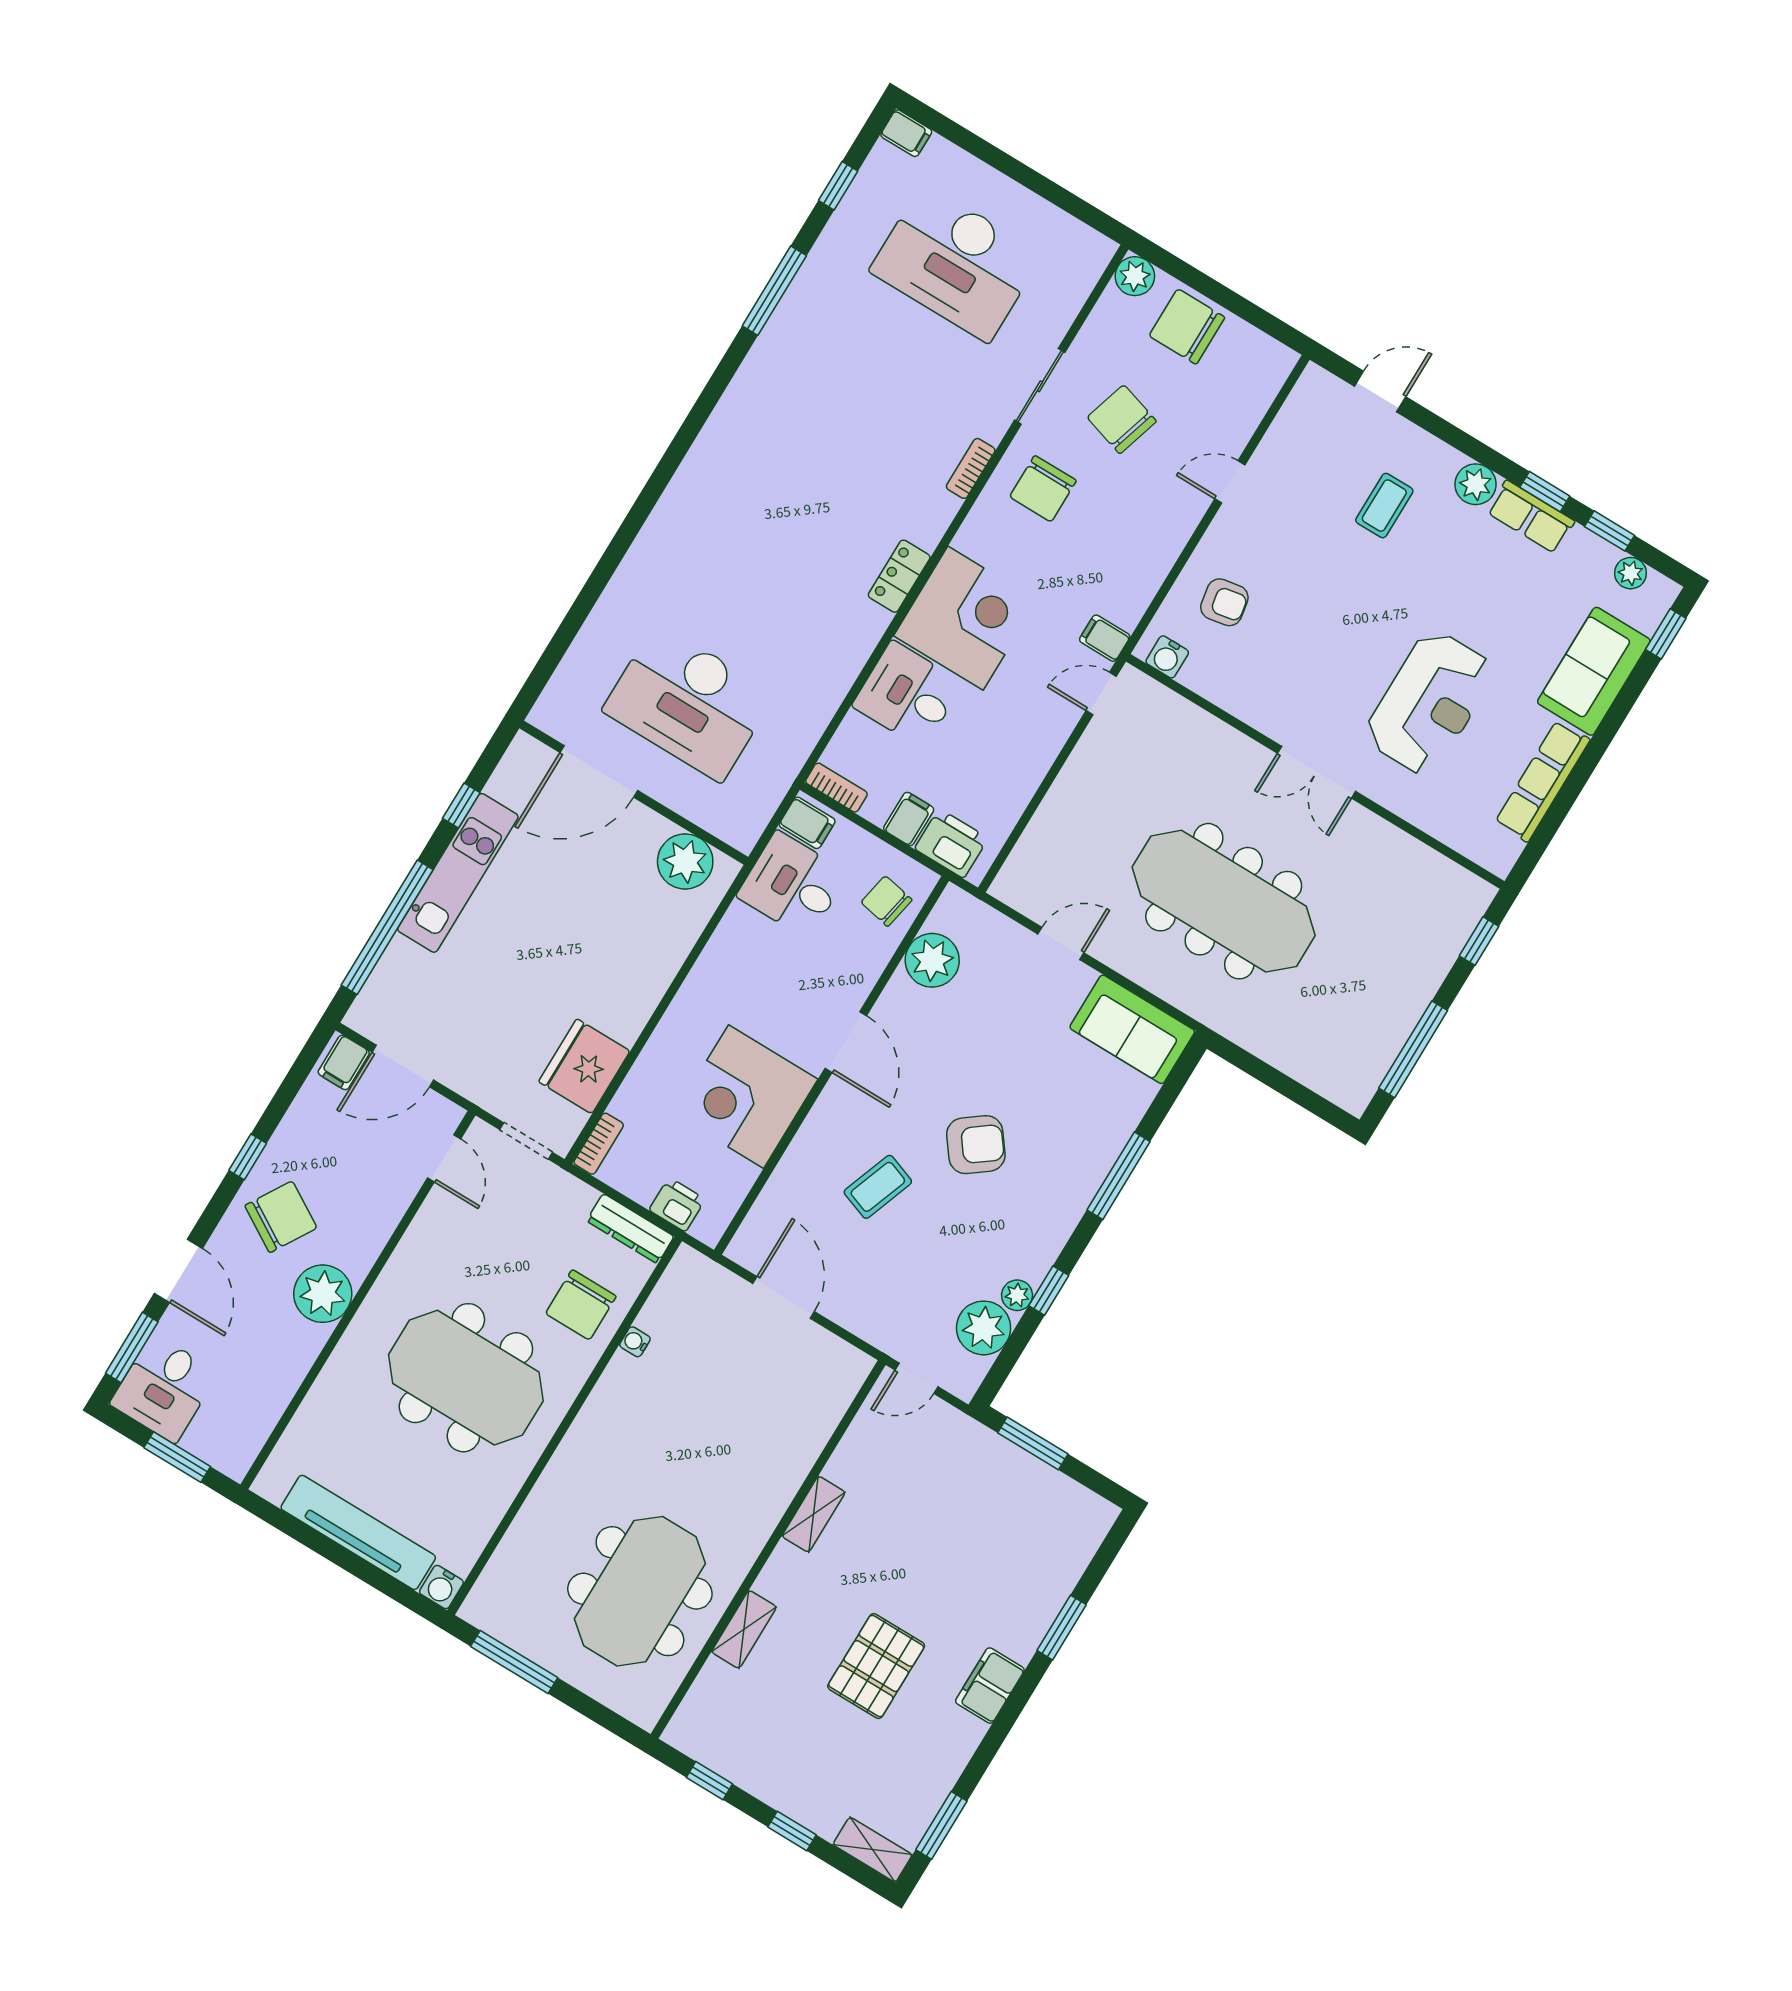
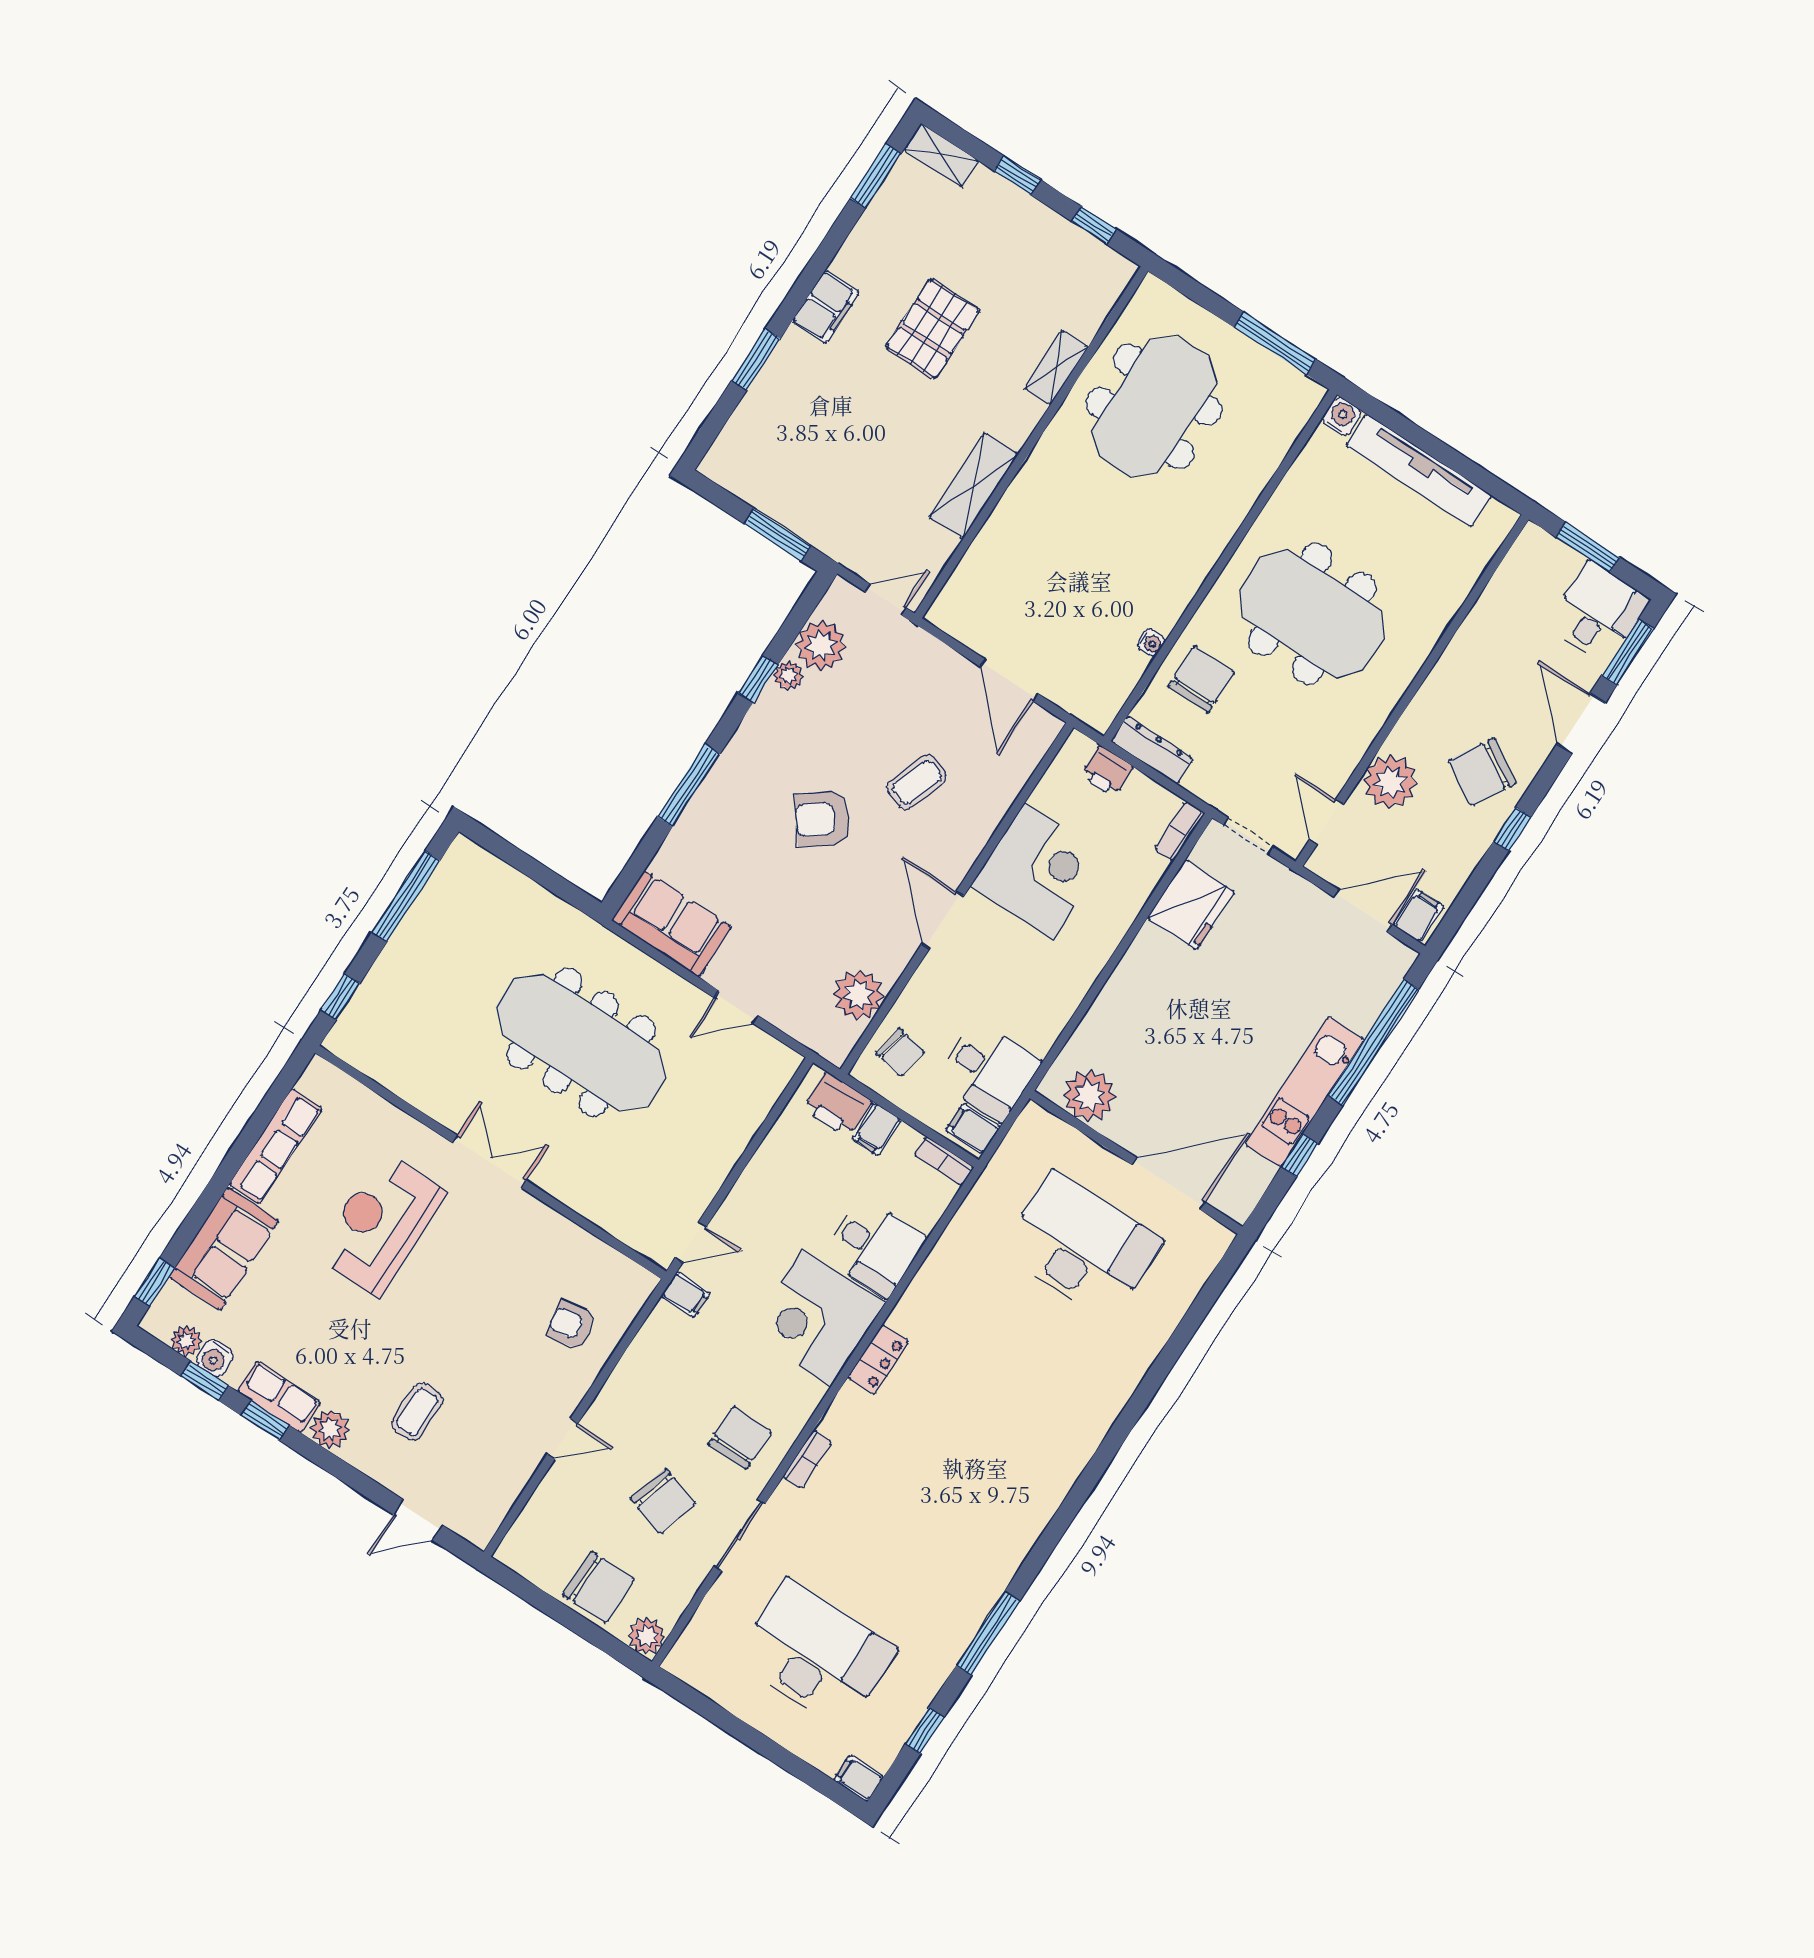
water cooler: (1167, 657) -> (215, 1358), moved, turned 180
plant: (323, 1294) -> (1390, 782), moved
shelving: (814, 1514) -> (974, 486), width x1.50, depth x1.33

